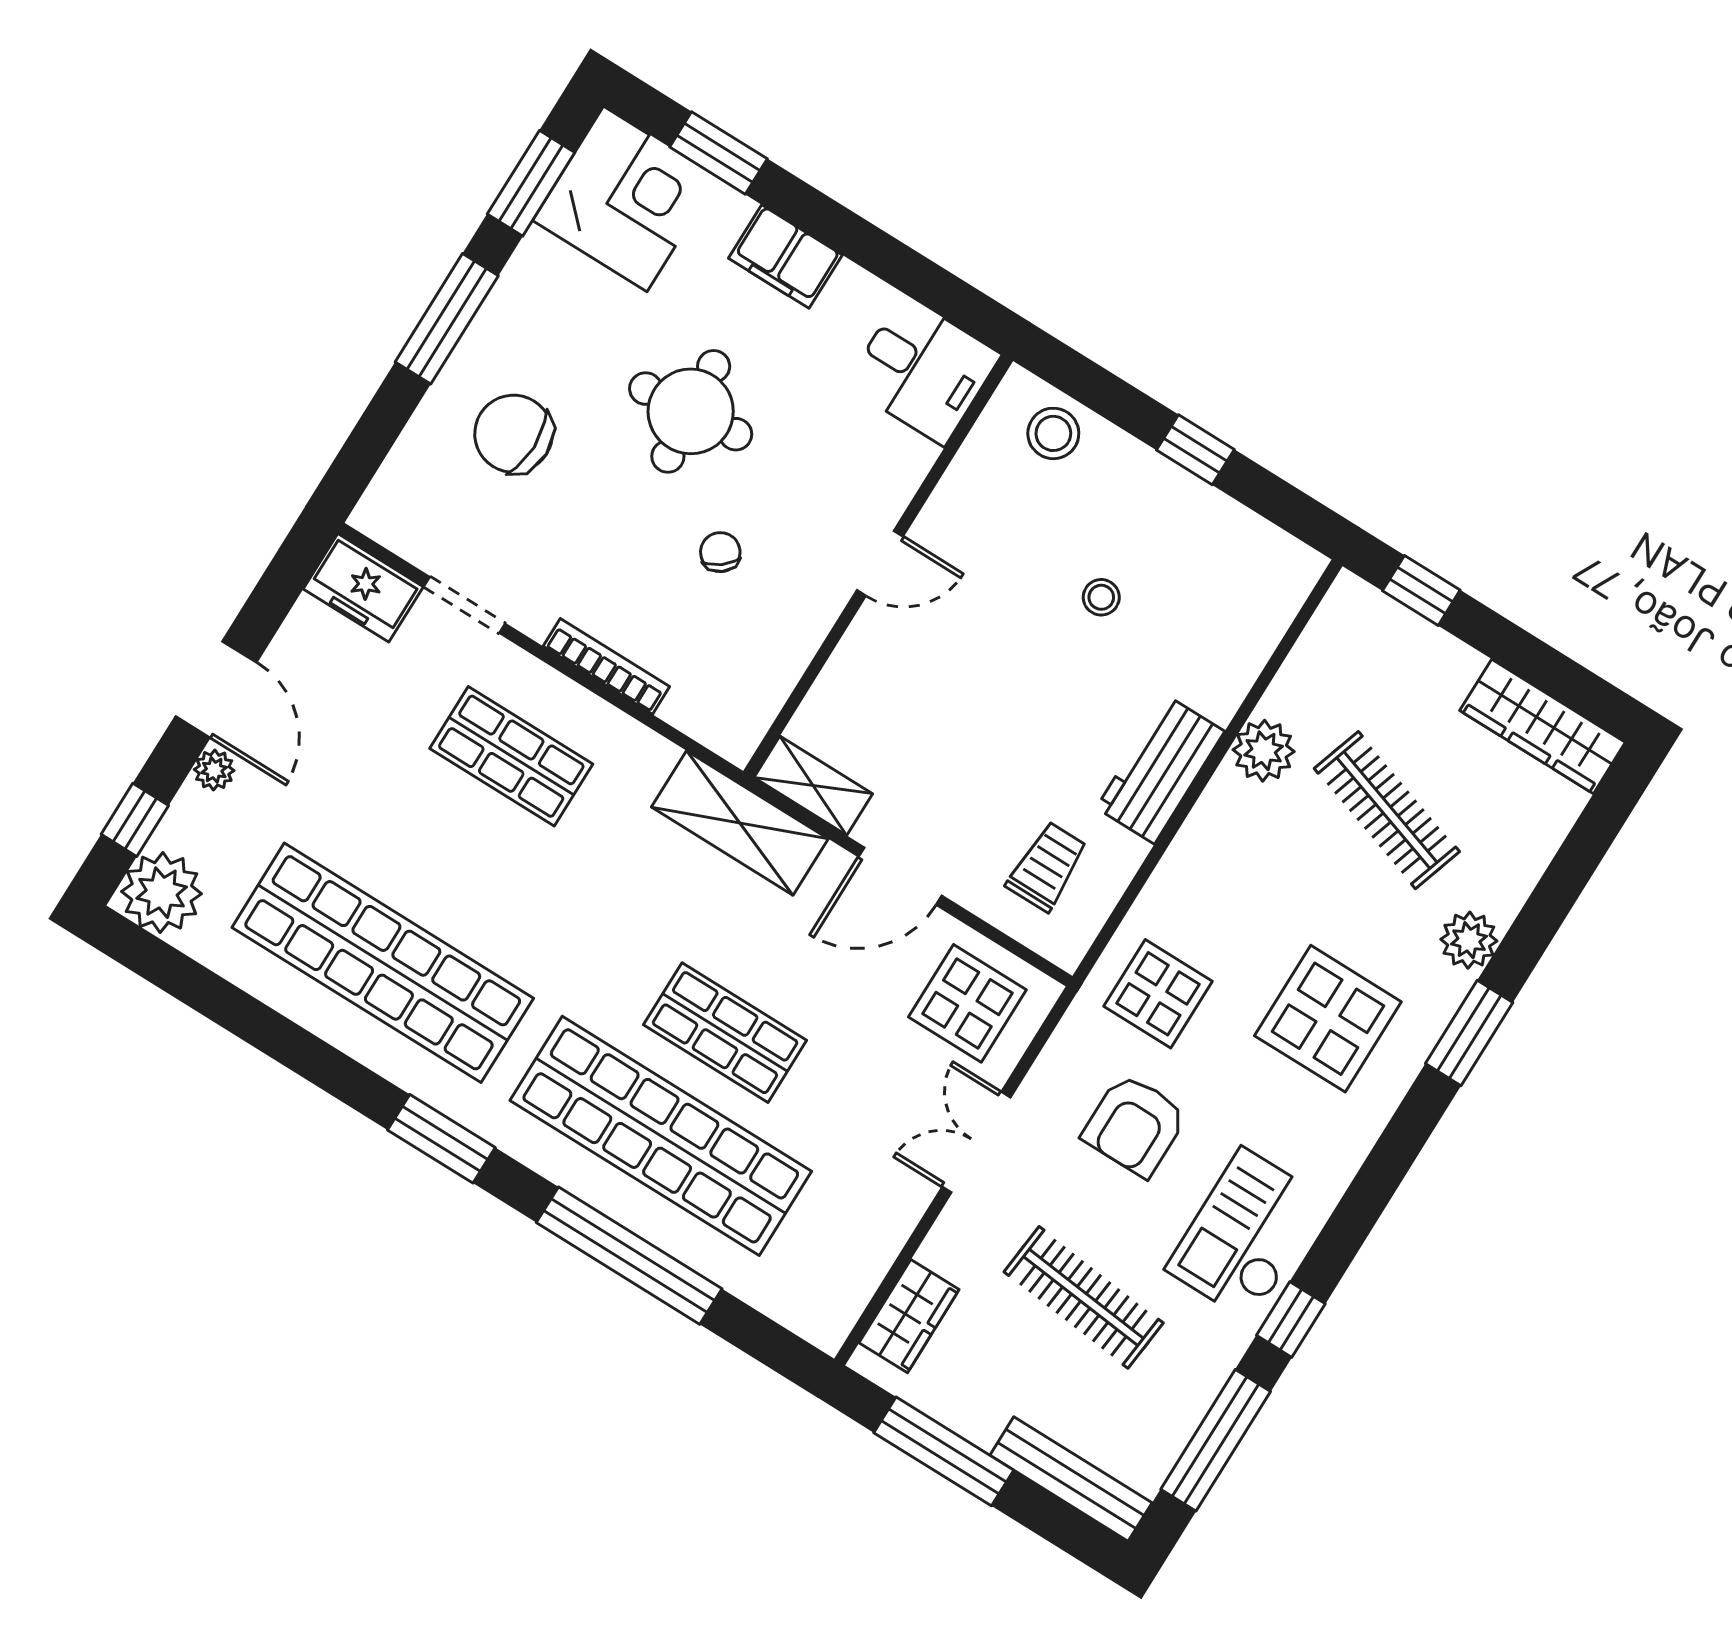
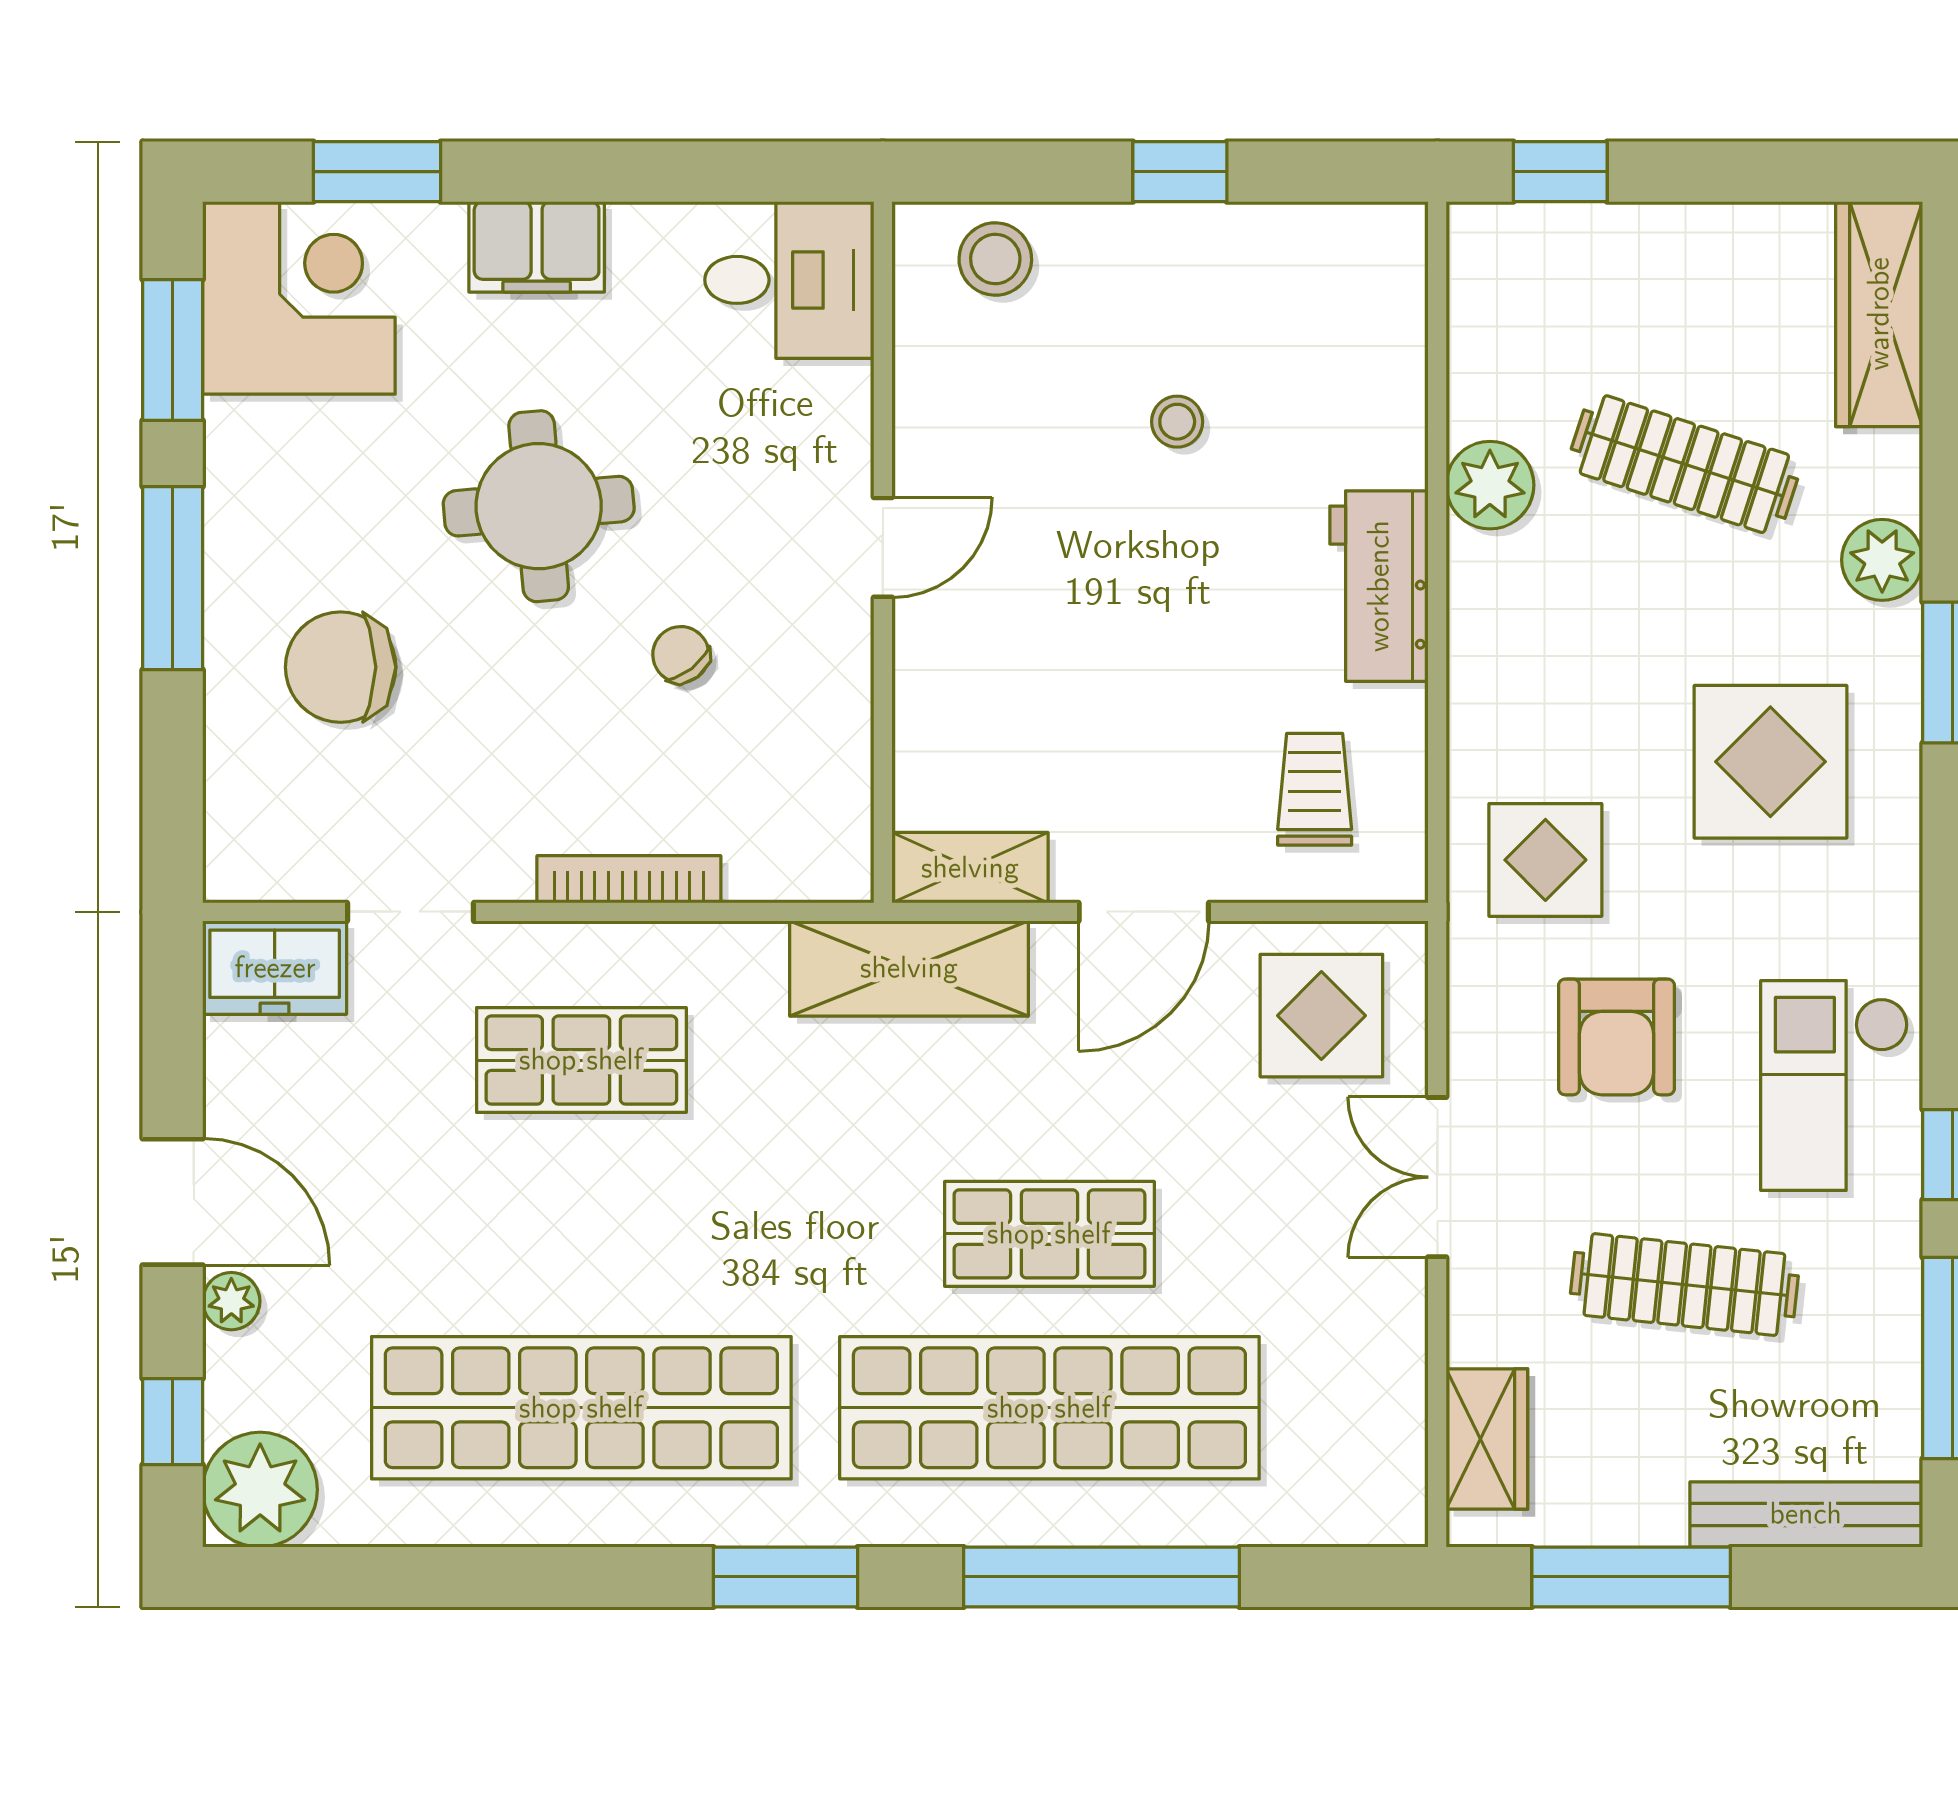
wardrobe: (1543, 726) -> (1879, 314), moved, turned 90

